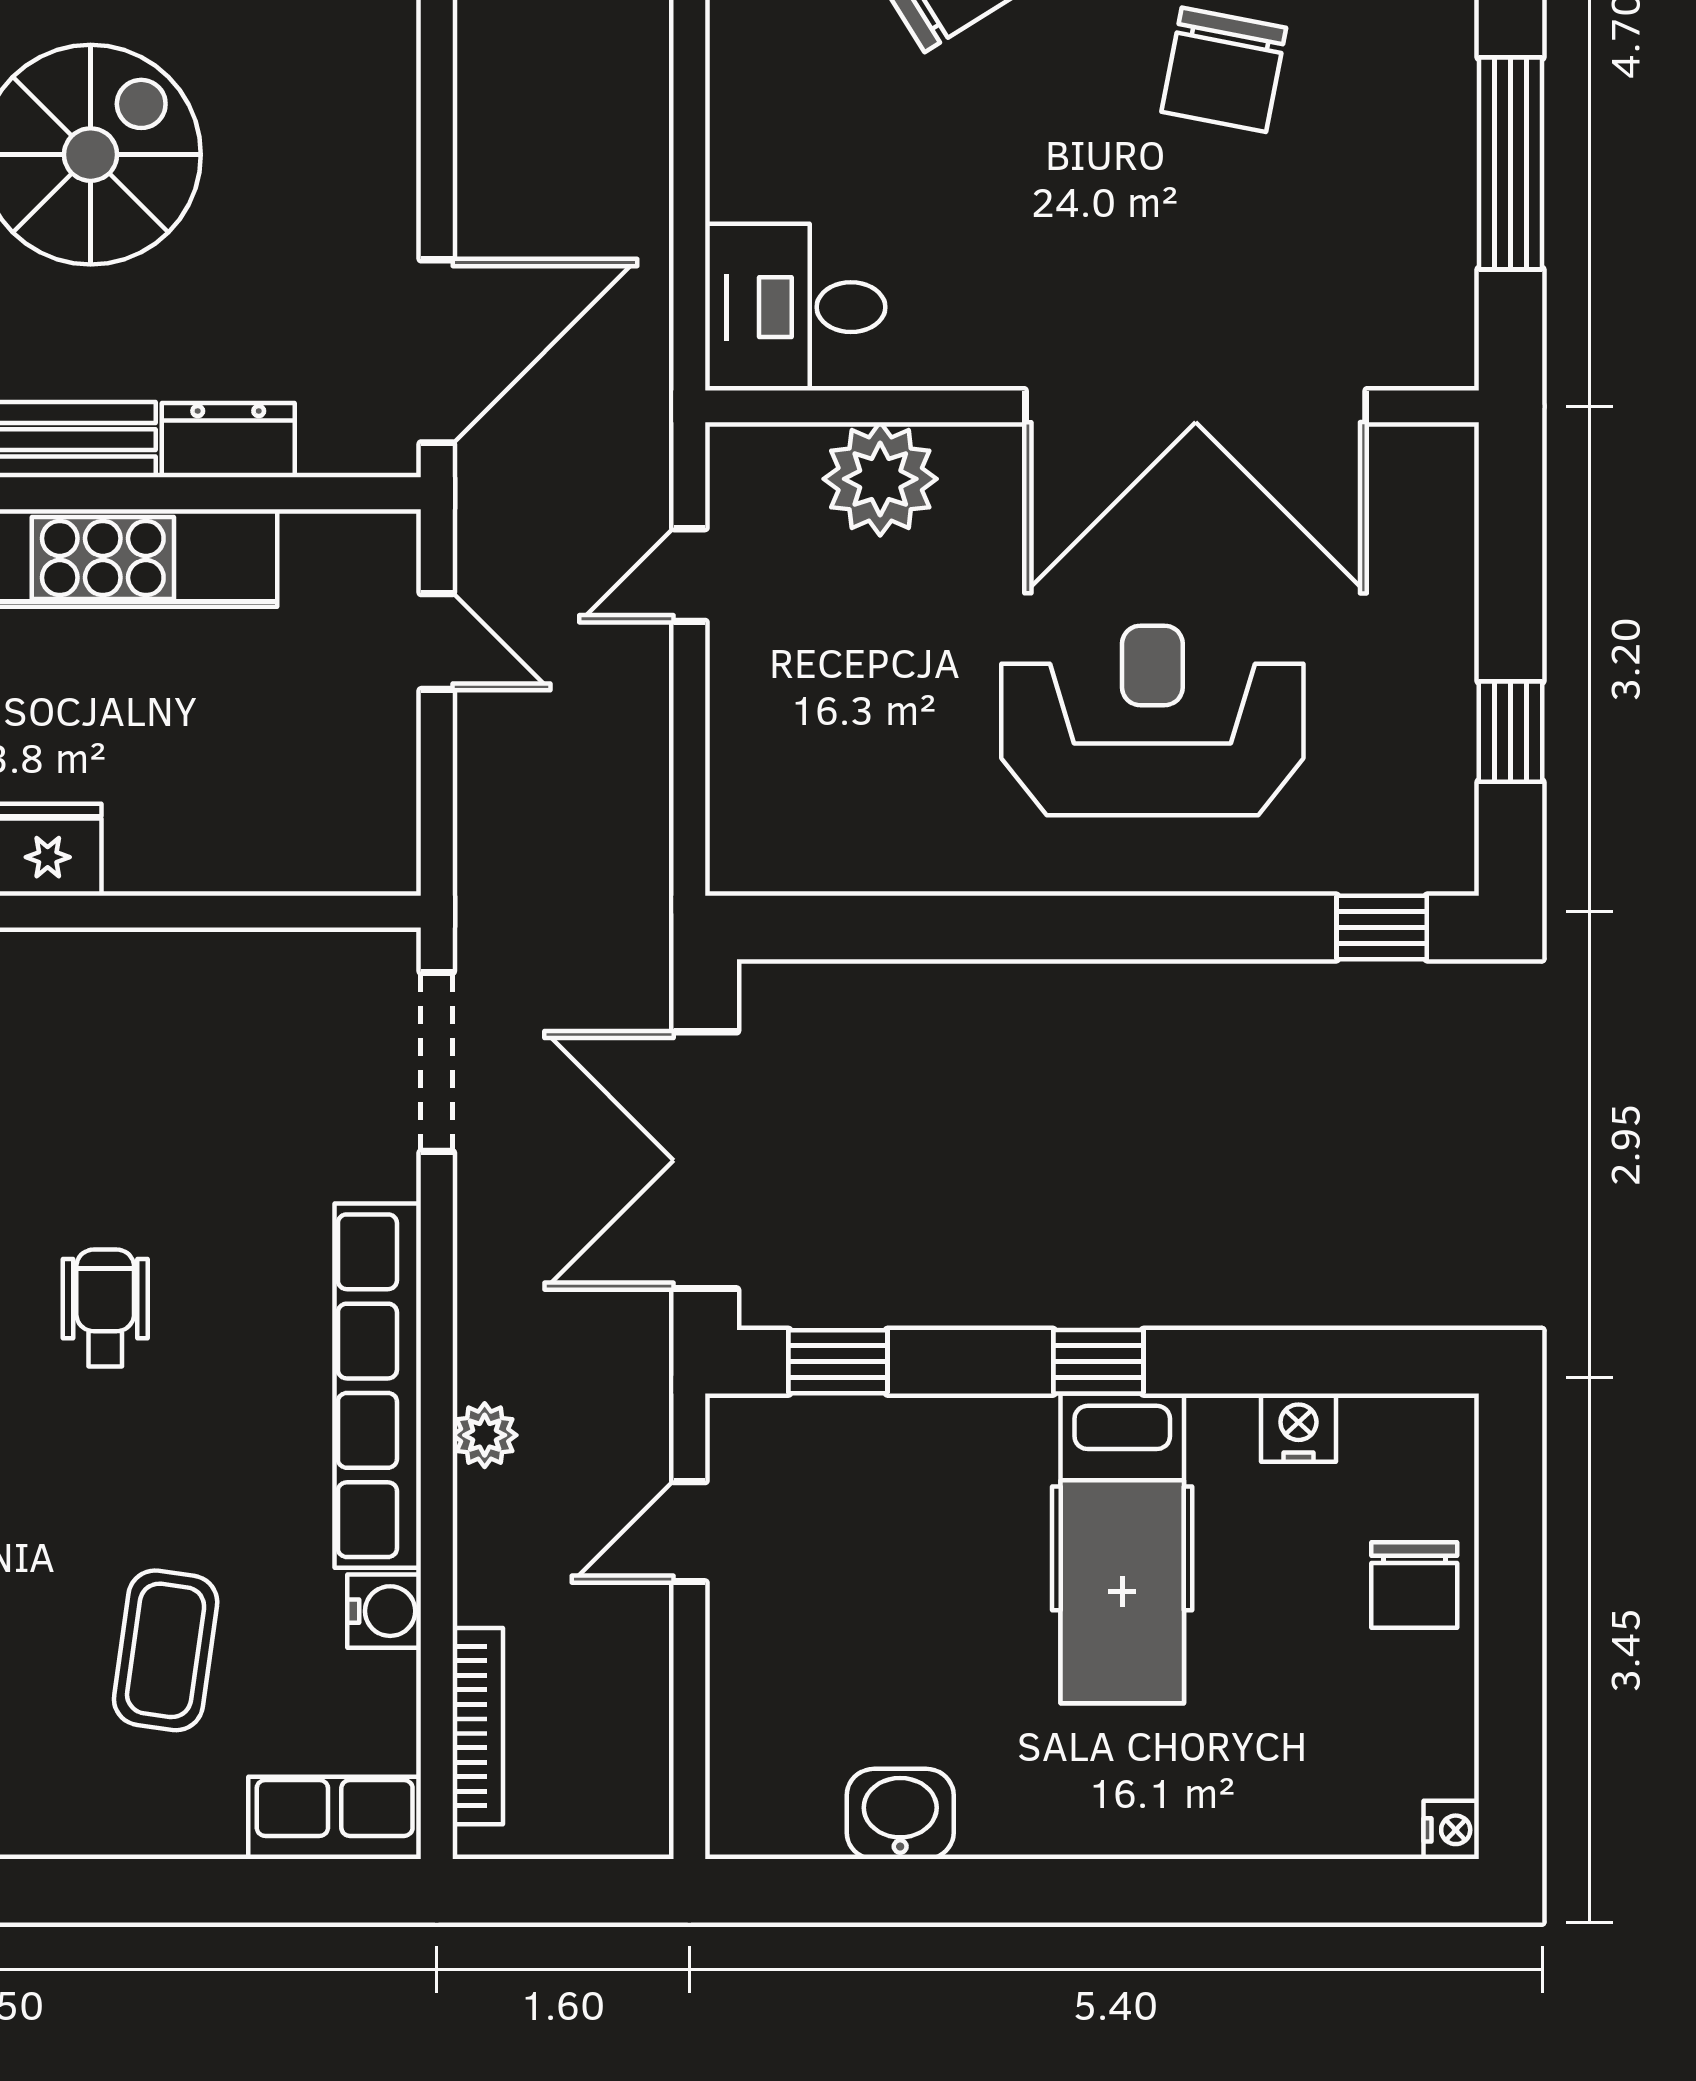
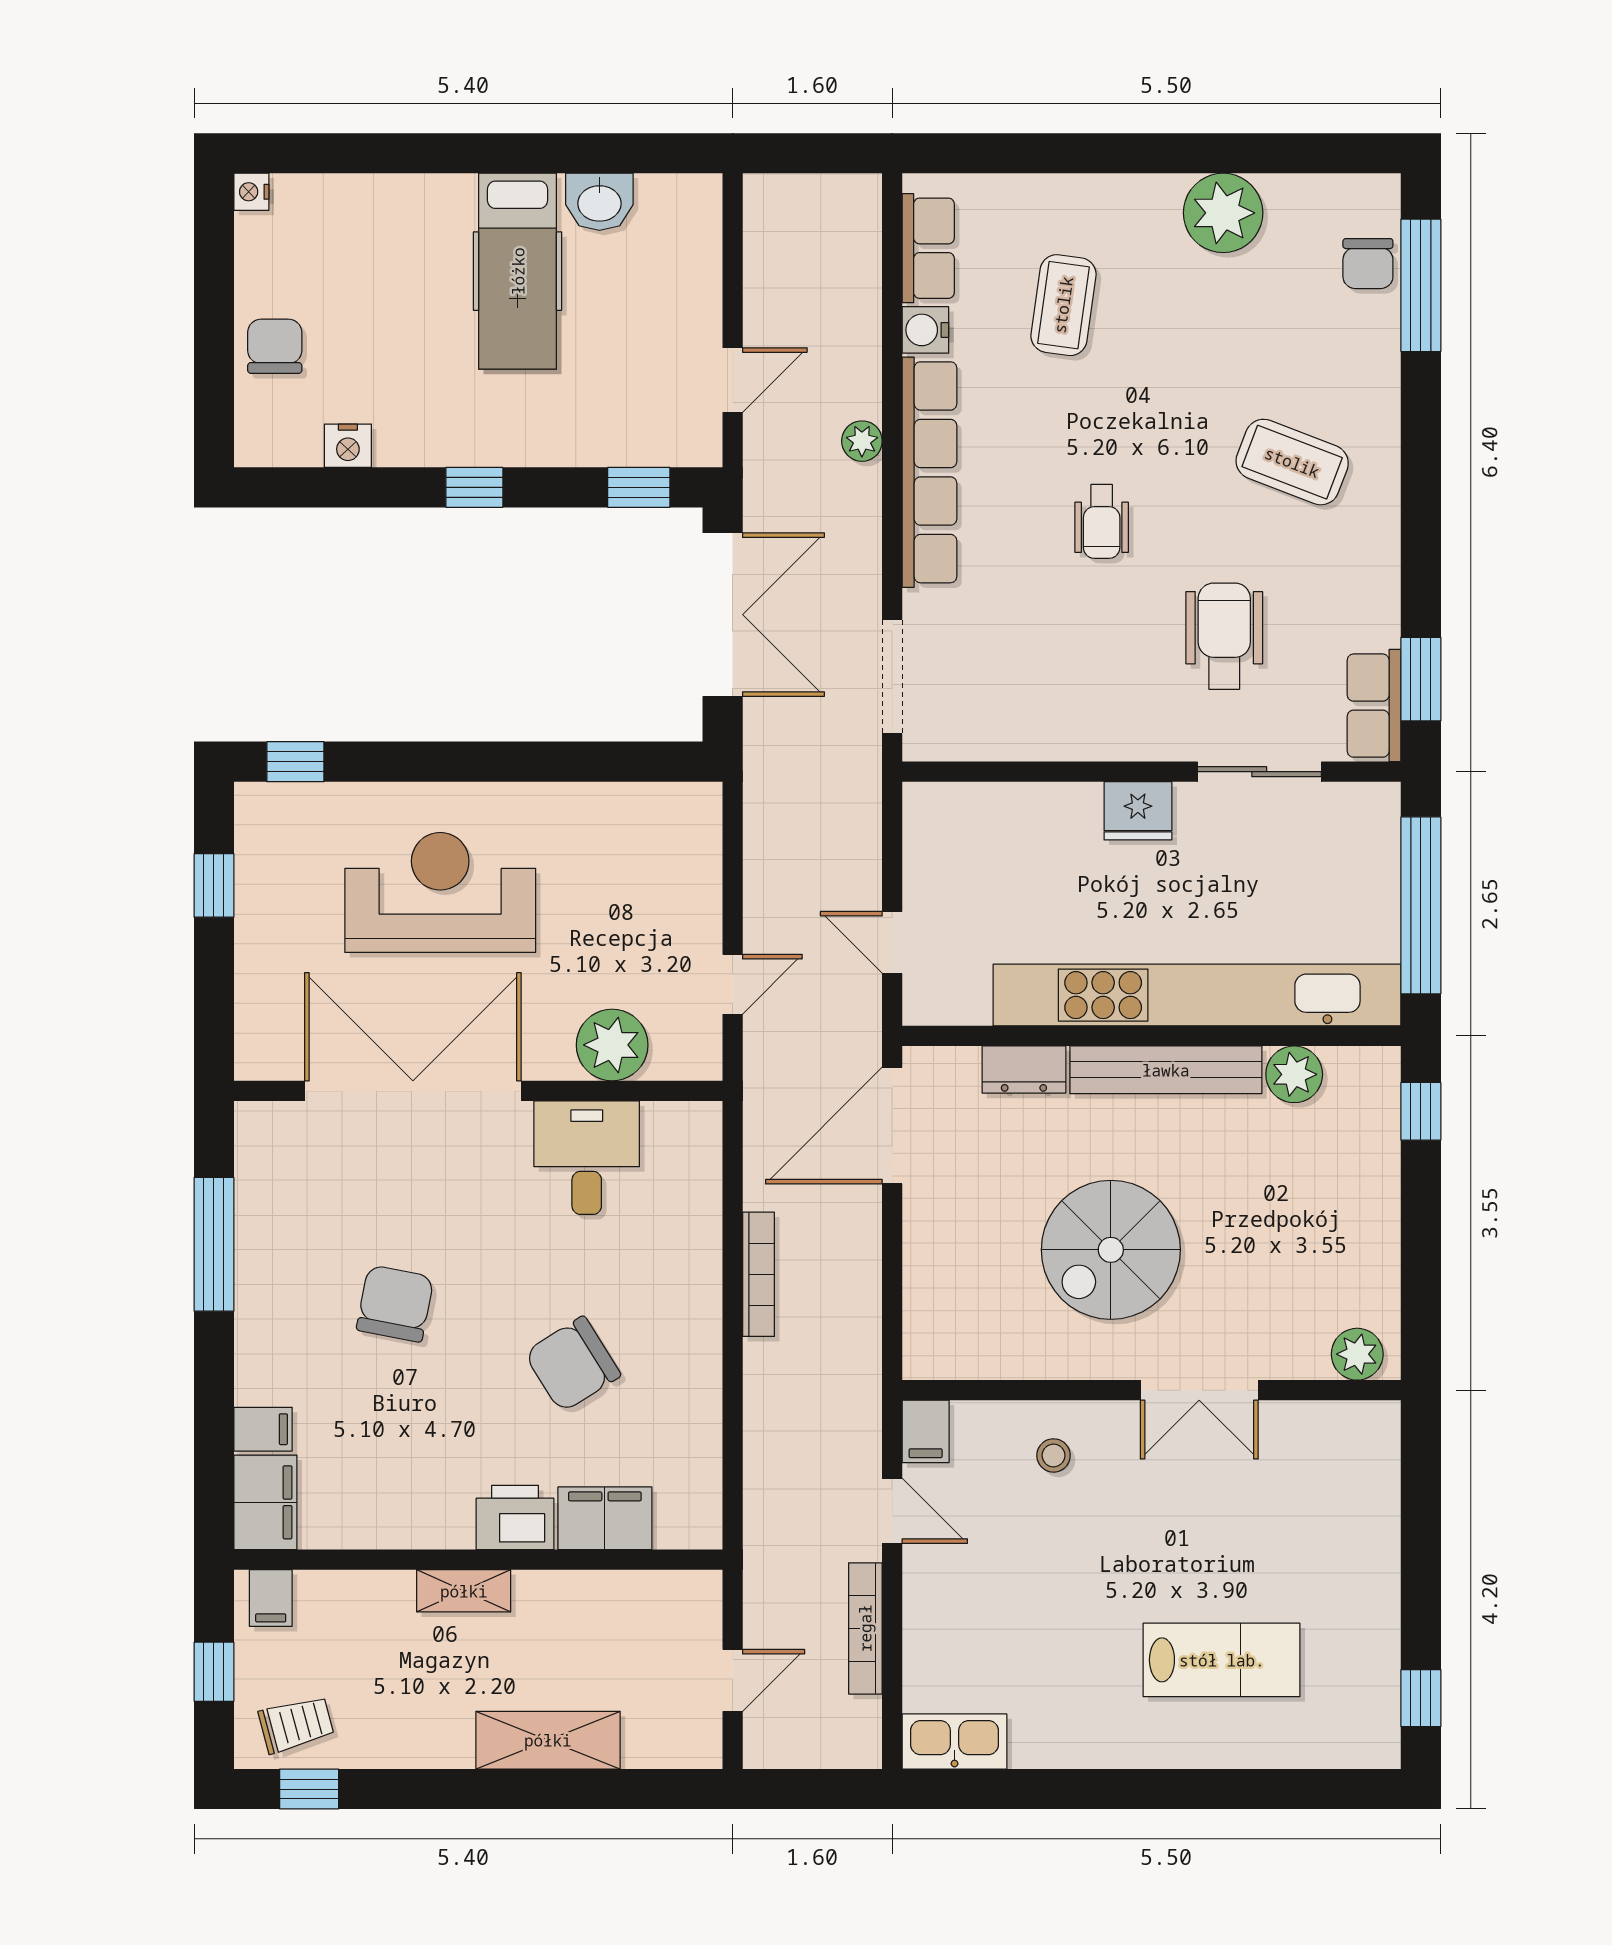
desk: (795, 307) -> (587, 1158), moved, turned -90
reception desk: (1152, 721) -> (440, 892), turned 180
hospital bed: (1122, 1548) -> (518, 271), moved, turned 180
bookcase: (478, 1726) -> (758, 1274), moved, turned 180
row of seats: (335, 1818) -> (928, 248), moved, turned -90

